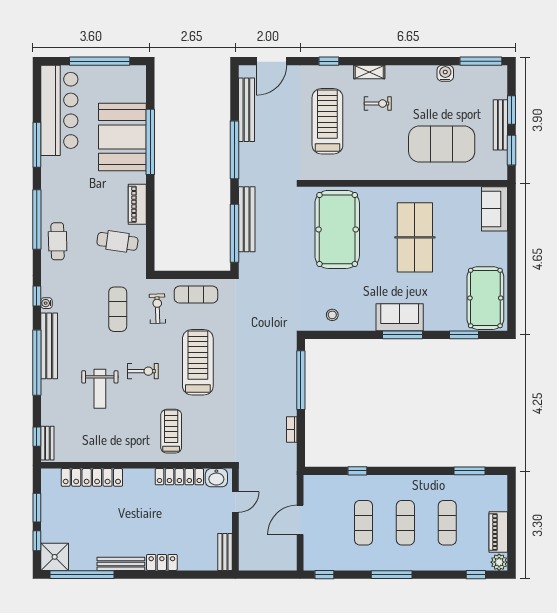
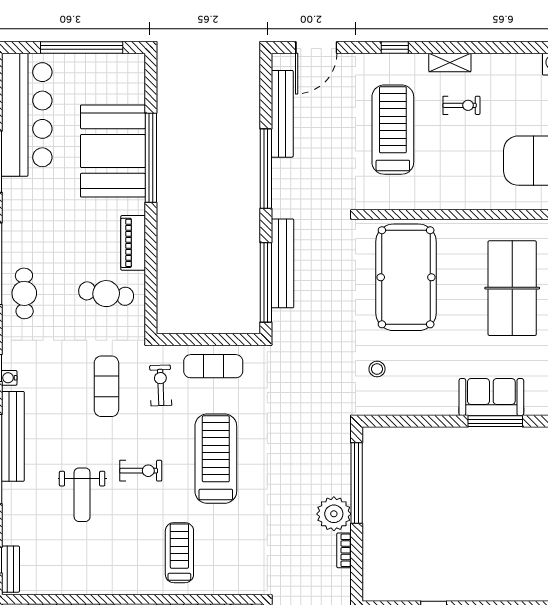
stool: (332, 315) -> (377, 369), moved
plant: (284, 403) -> (334, 514), added

